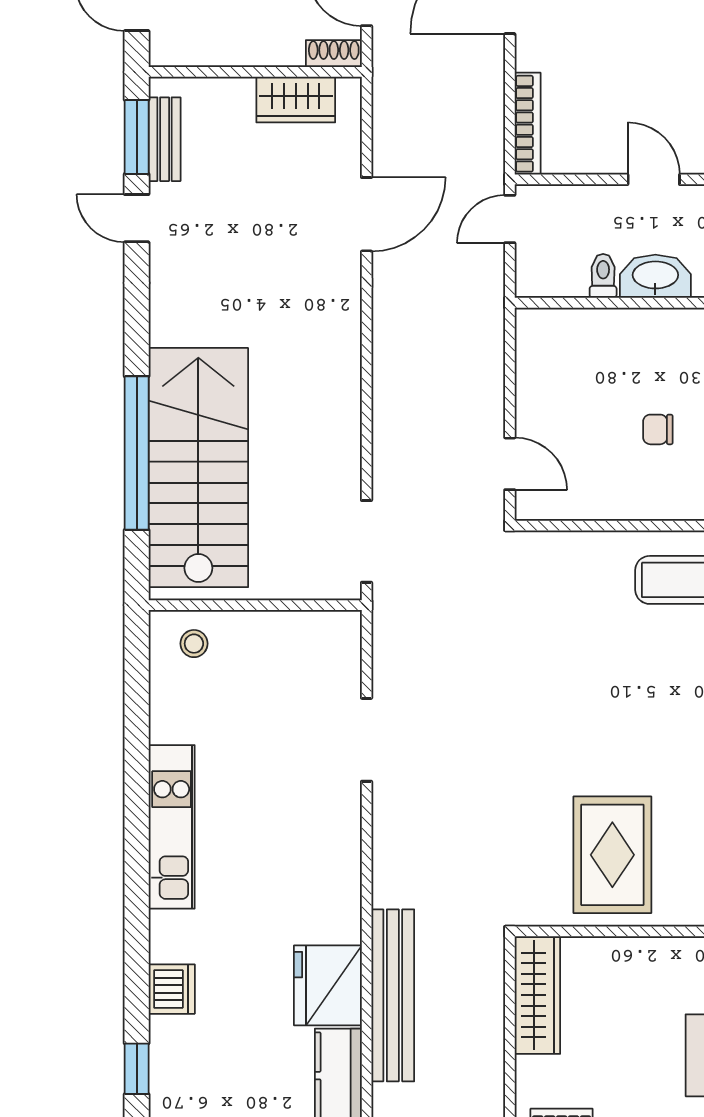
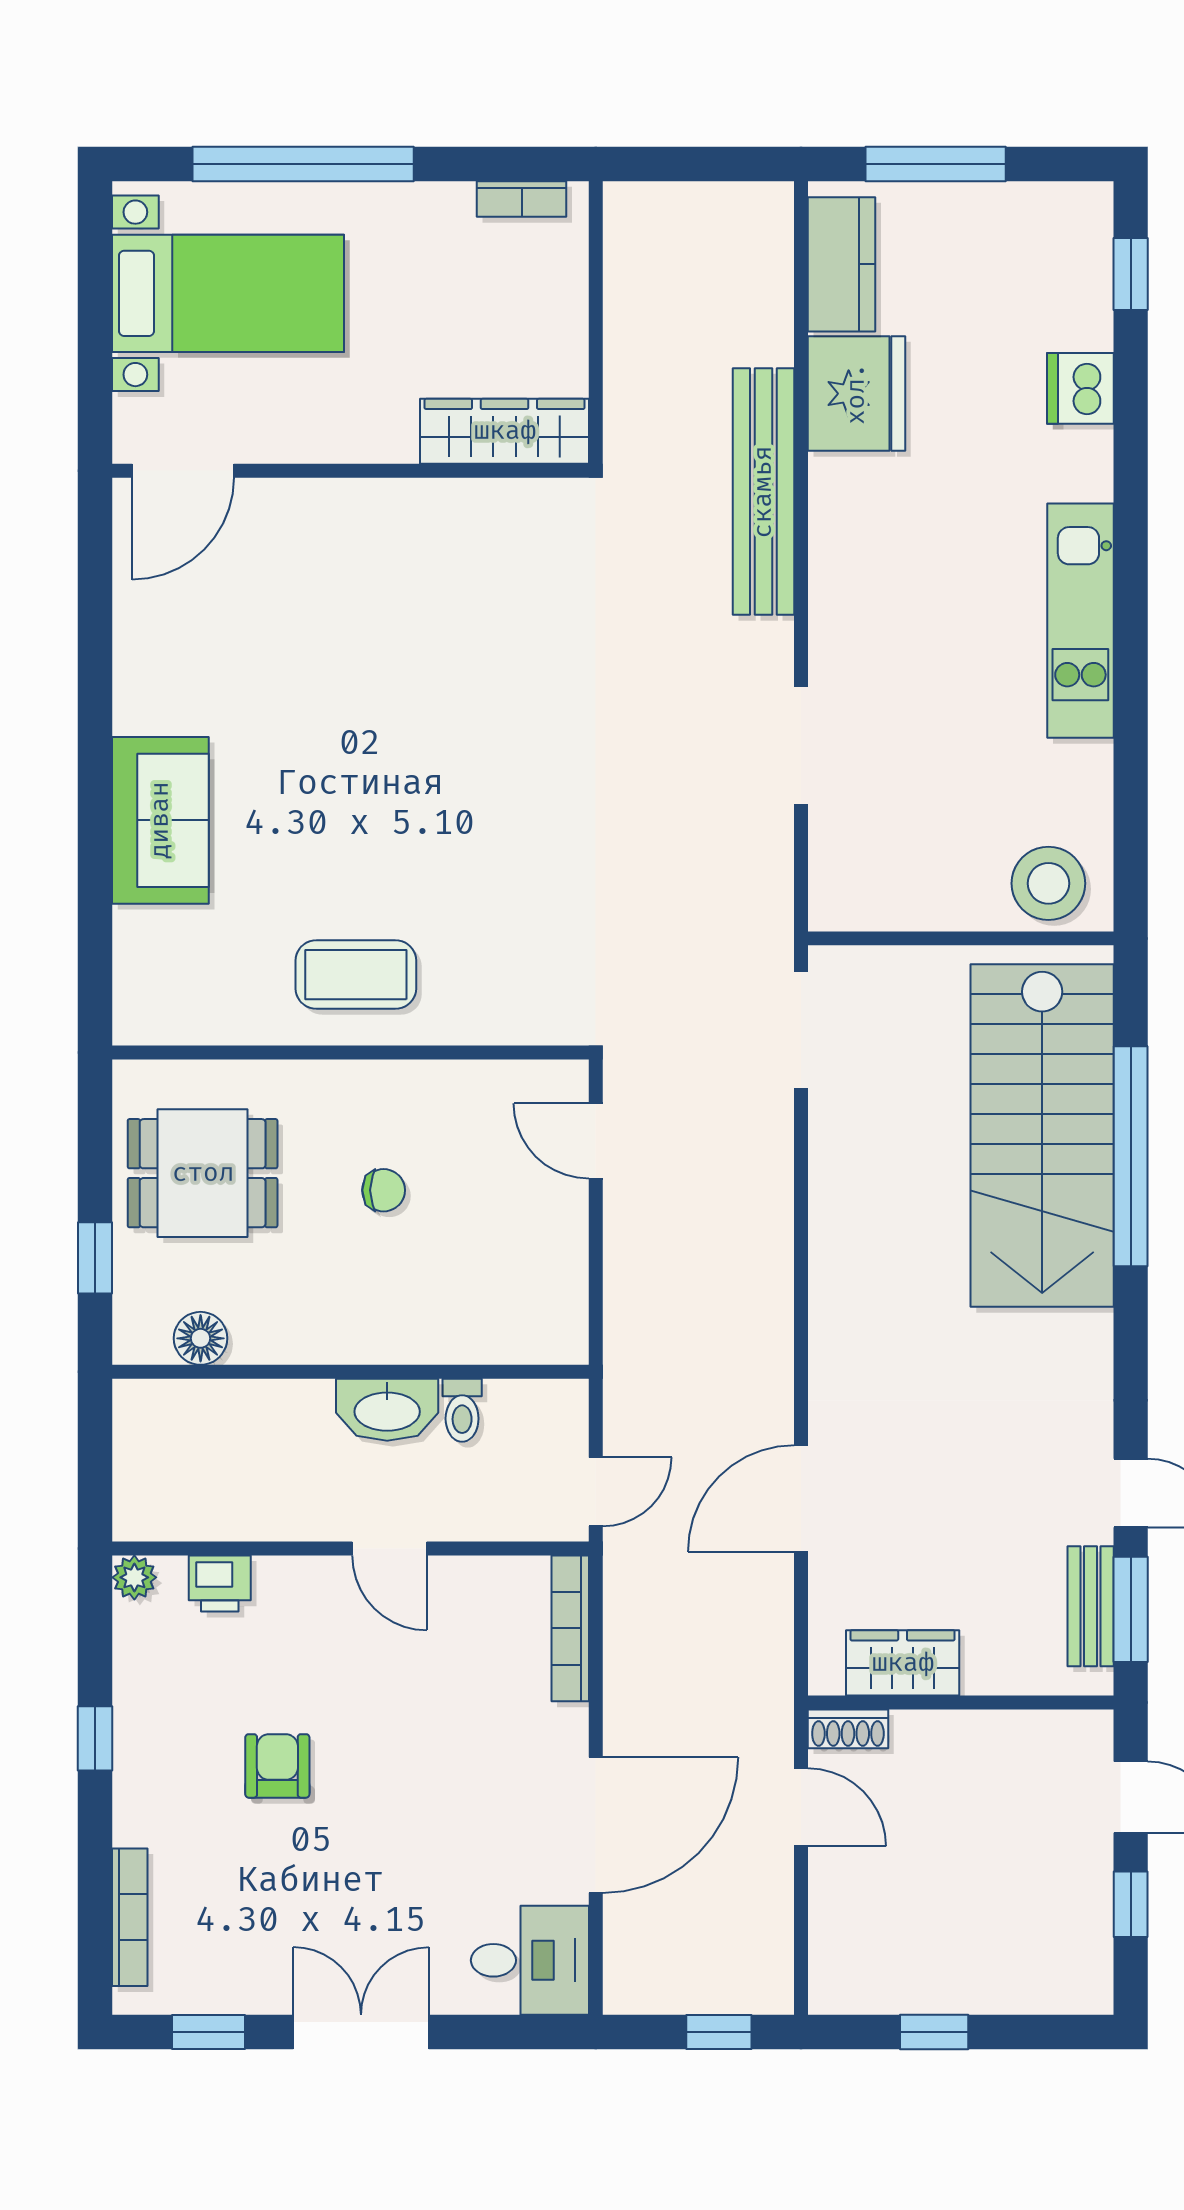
stool: (194, 644) -> (1048, 883), width x1.89, depth x1.89
rug: (612, 855) -> (449, 581), removed
bench: (393, 995) -> (763, 492), moved
wardrobe: (537, 995) -> (505, 431), moved, turned 90

